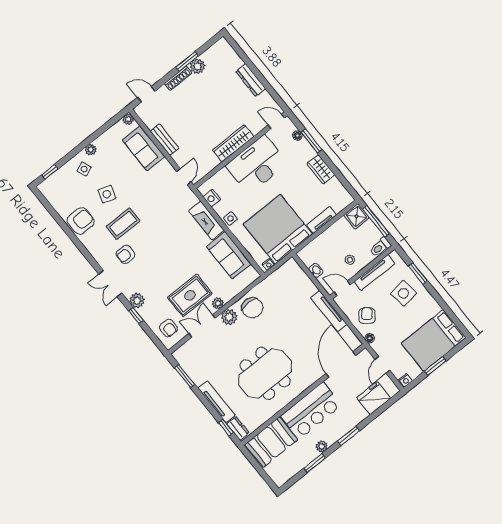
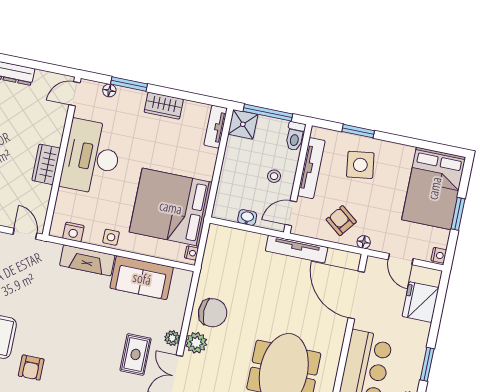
wardrobe: (233, 143) -> (46, 164), width x0.67
tv unit: (322, 220) -> (216, 127), moved
rug: (190, 295) -> (136, 354), width x0.73, depth x0.70

